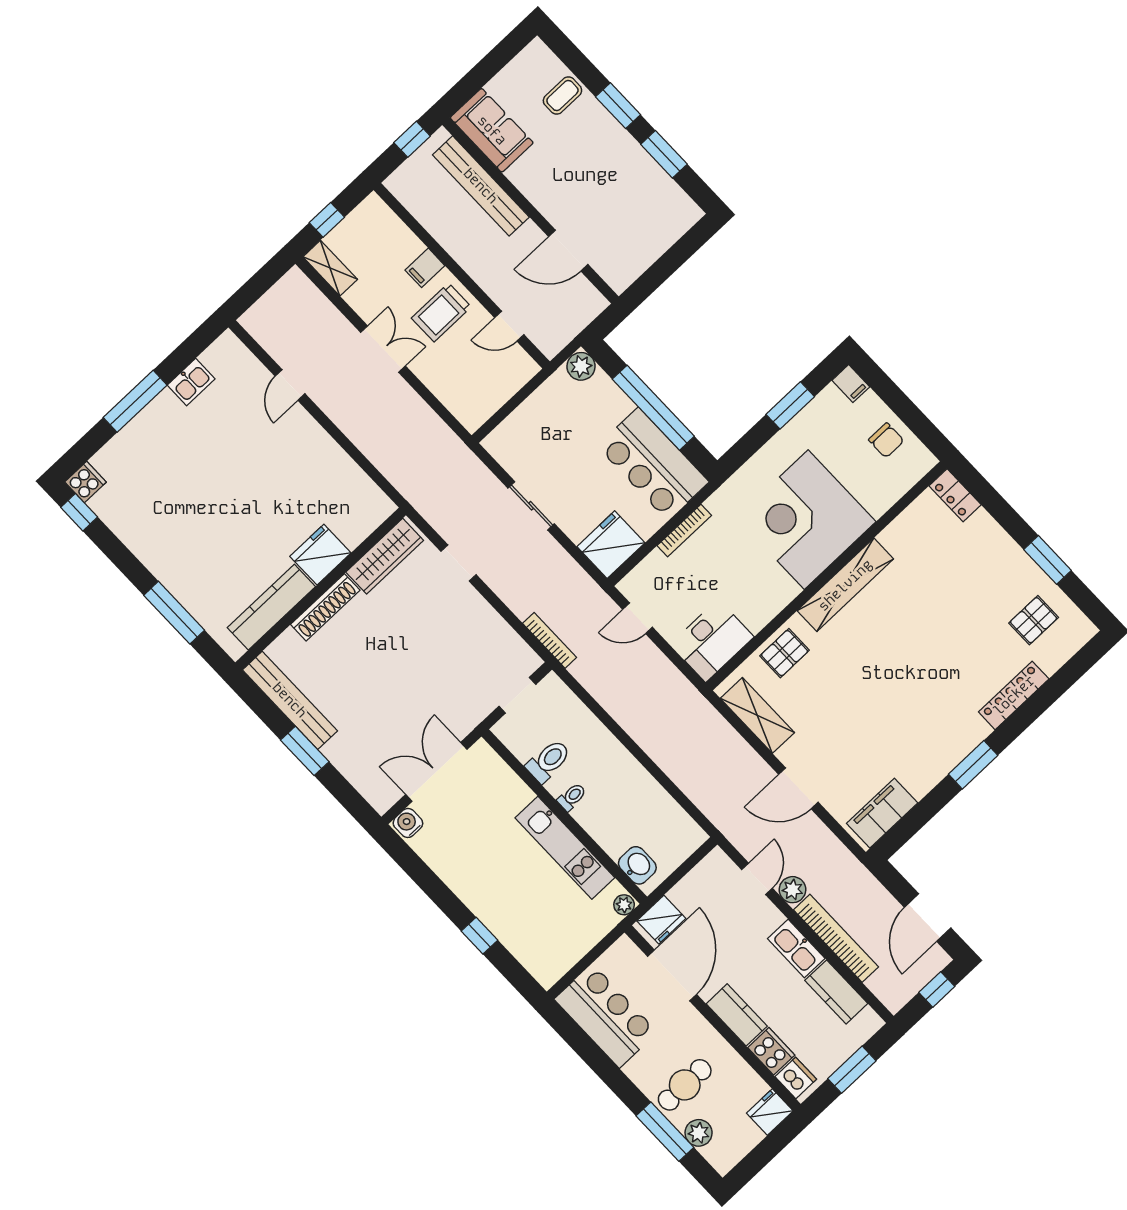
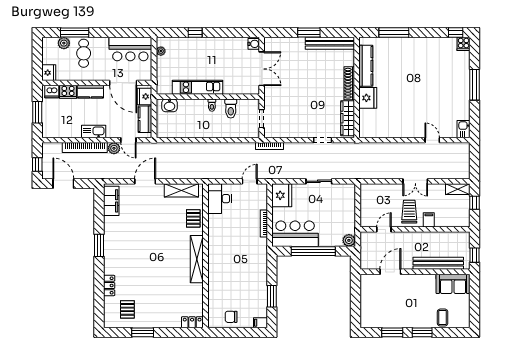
kitchen sink: (191, 382) -> (464, 129), moved
corner desk: (806, 520) -> (230, 266), removed
locker: (1014, 695) -> (109, 286), width x0.66
plant: (624, 905) -> (161, 51), moved
kitchen counter: (836, 992) -> (145, 119), moved, turned -90

